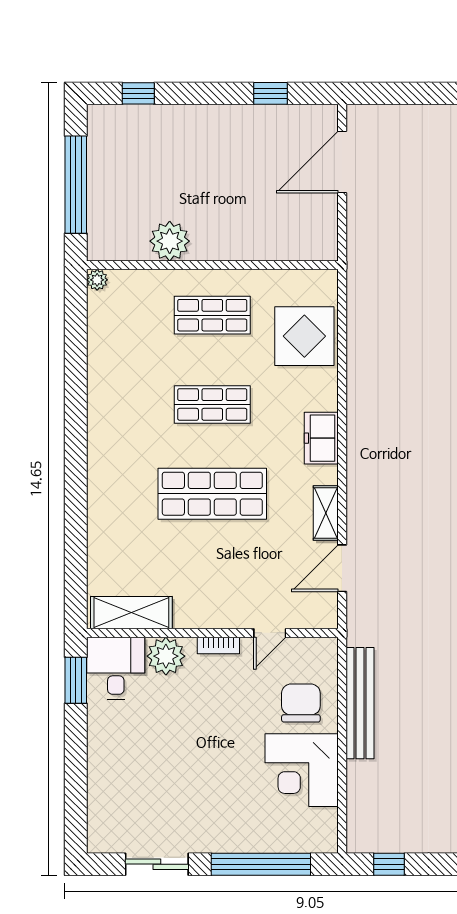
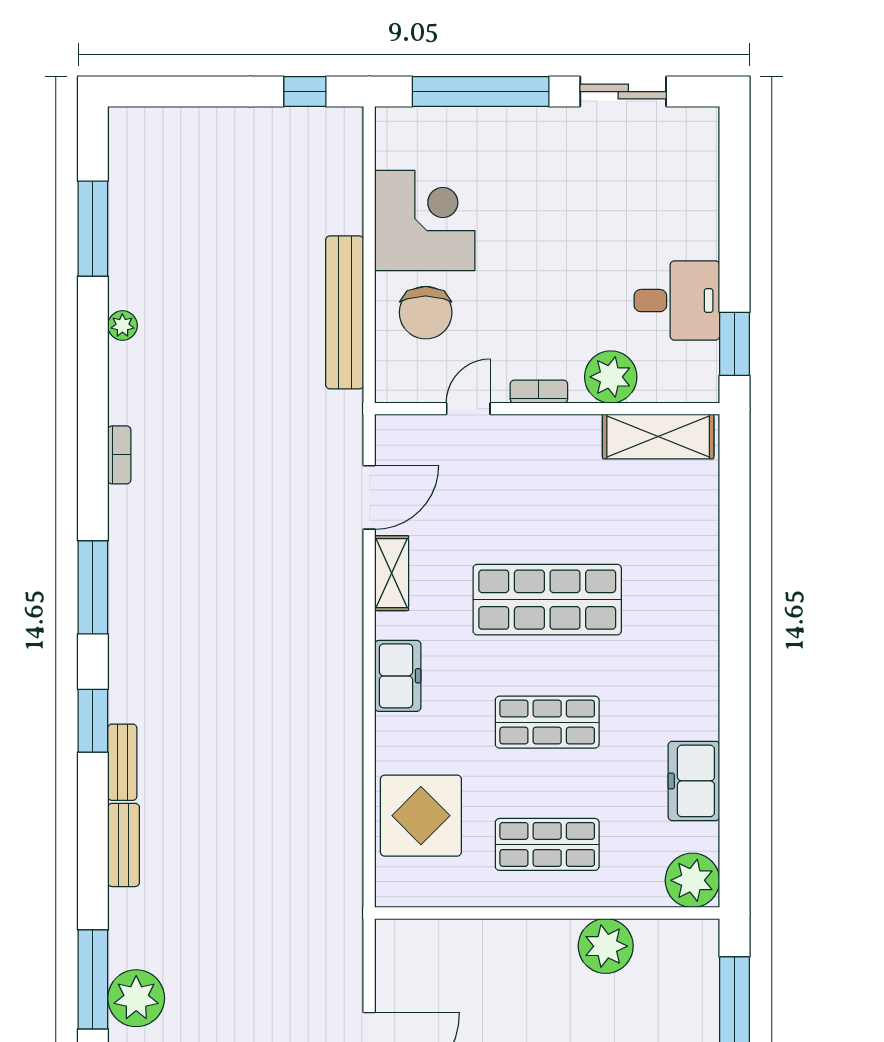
plant: (97, 280) -> (692, 880), width x1.88, depth x1.88
freezer: (105, 361) -> (694, 781), added
desk: (116, 668) -> (677, 301), moved, turned -90

